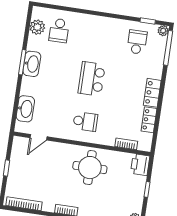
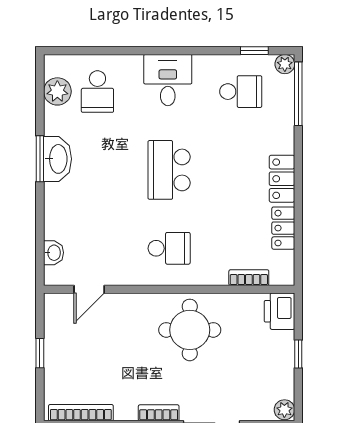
desk: (98, 30) -> (168, 80), added
school desk: (137, 42) -> (241, 92), turned 90
washbasin: (25, 109) -> (53, 253), width x0.52, depth x0.69

